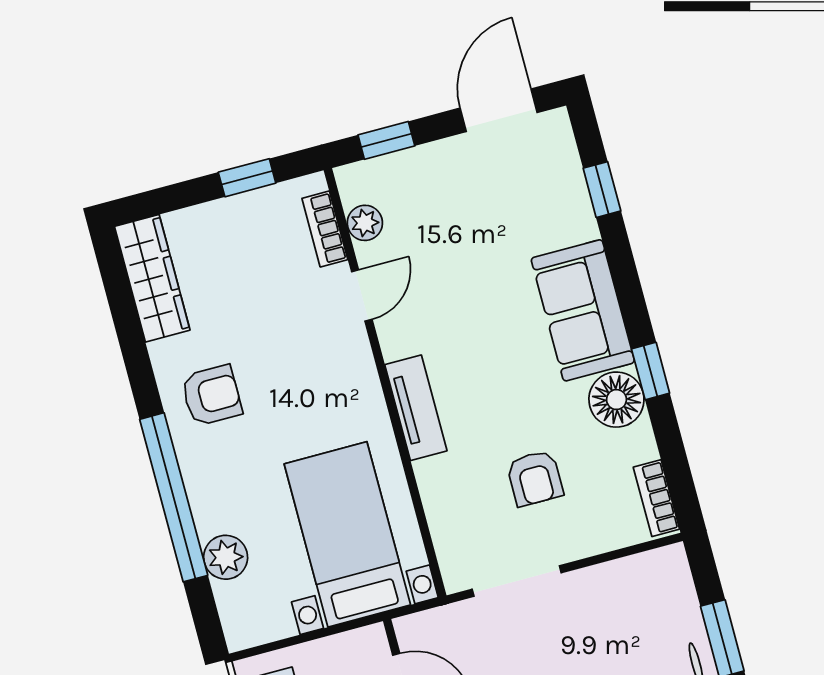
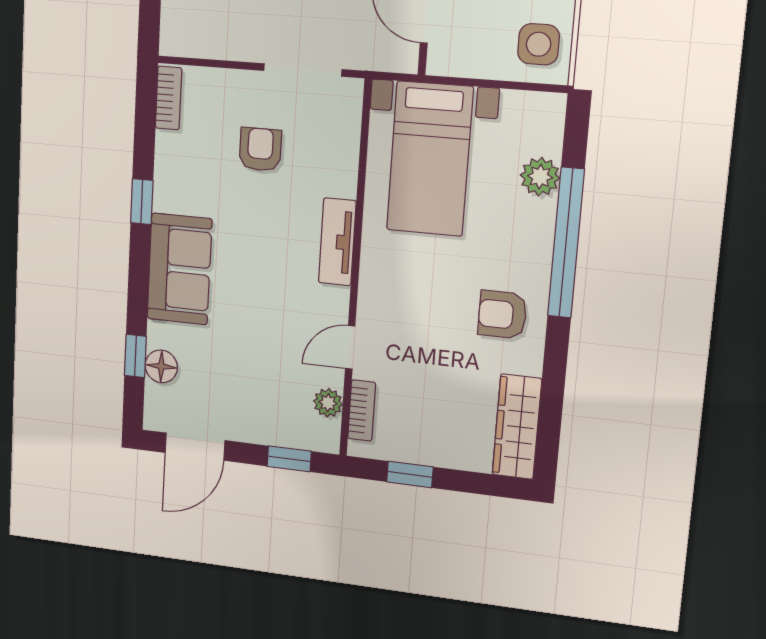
floor lamp: (616, 400) -> (161, 366), moved, width x0.73, depth x0.73

